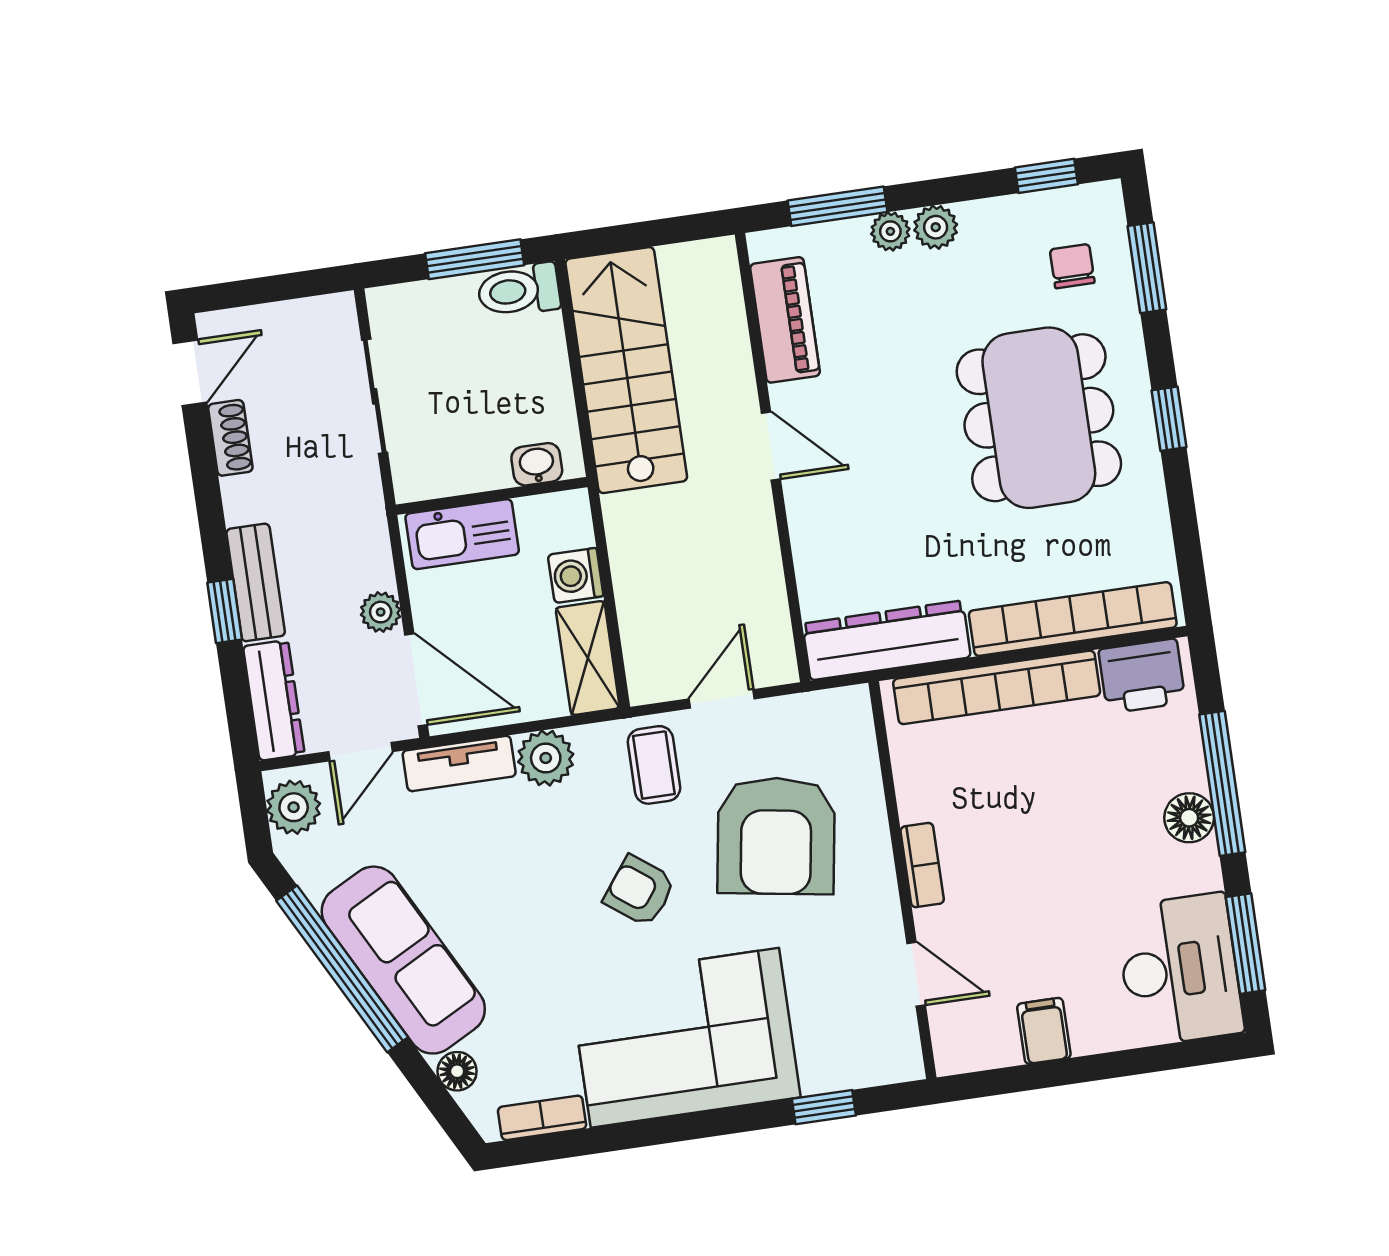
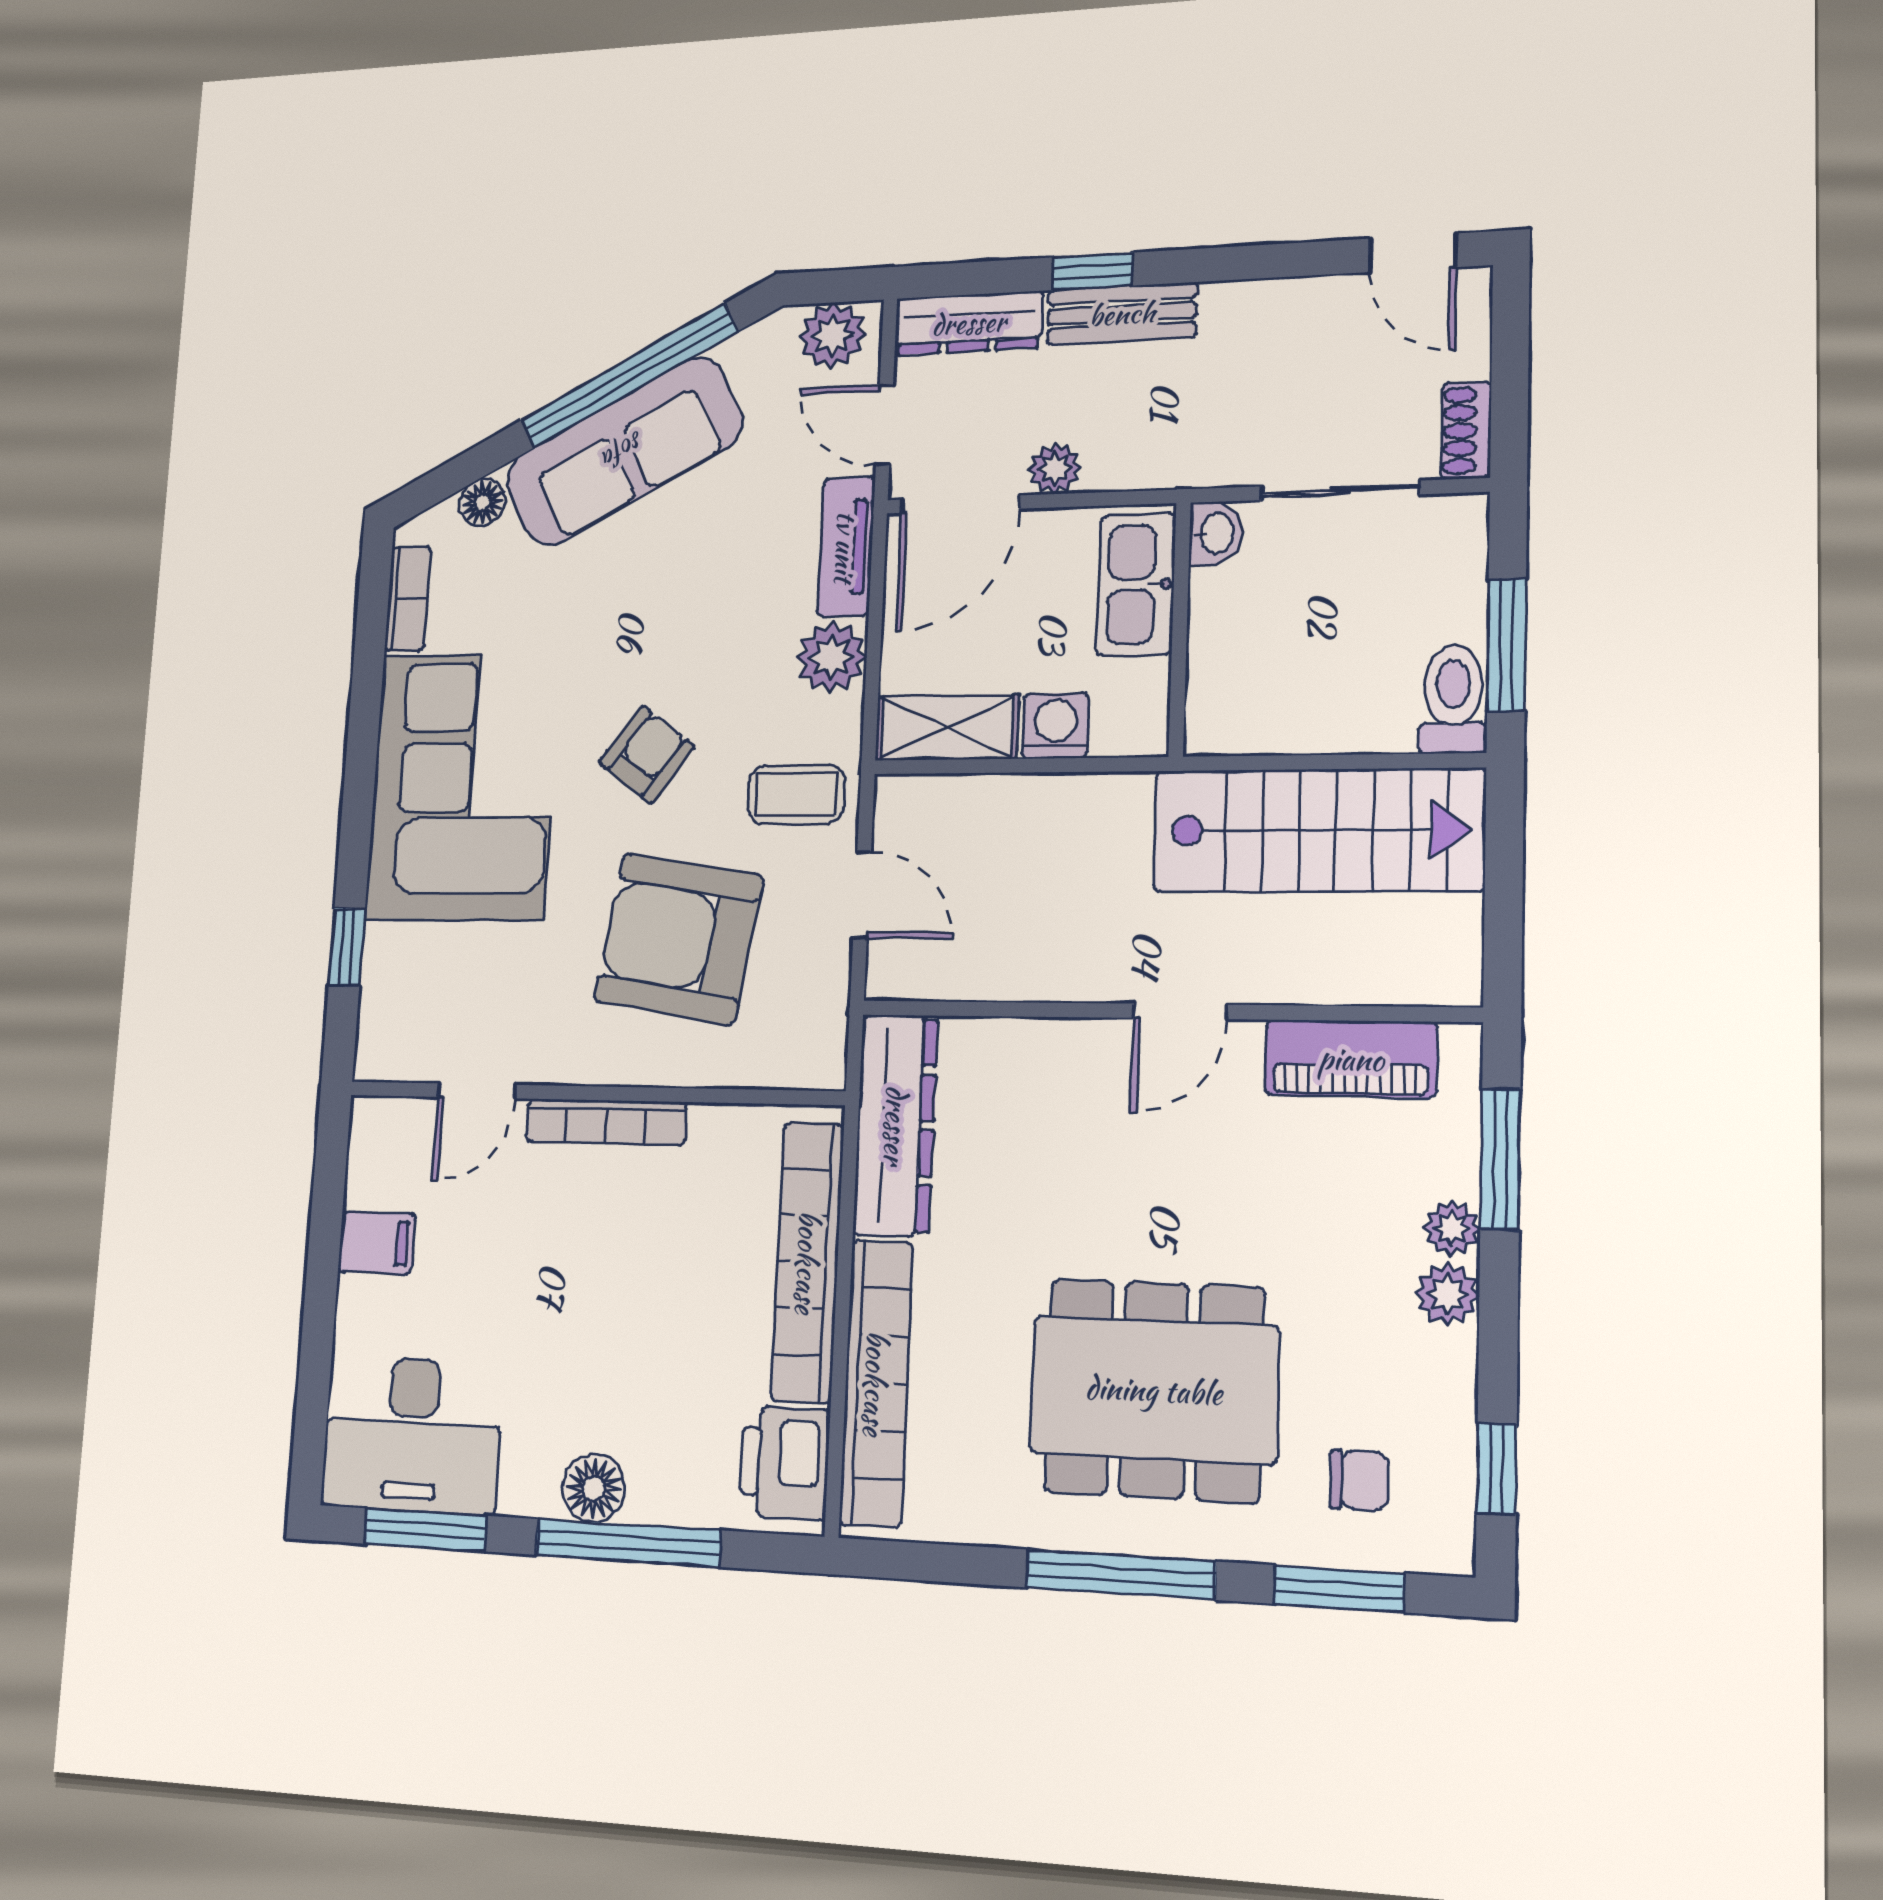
window: (1169, 419) -> (1121, 1575), width x2.17
shoe rack: (230, 438) -> (1466, 430), moved, turned 90
washbasin: (537, 464) -> (1216, 533), moved
bookcase: (922, 865) -> (606, 1122), width x1.56

